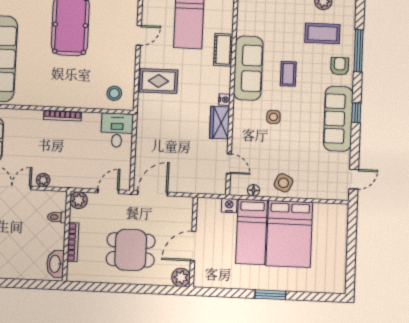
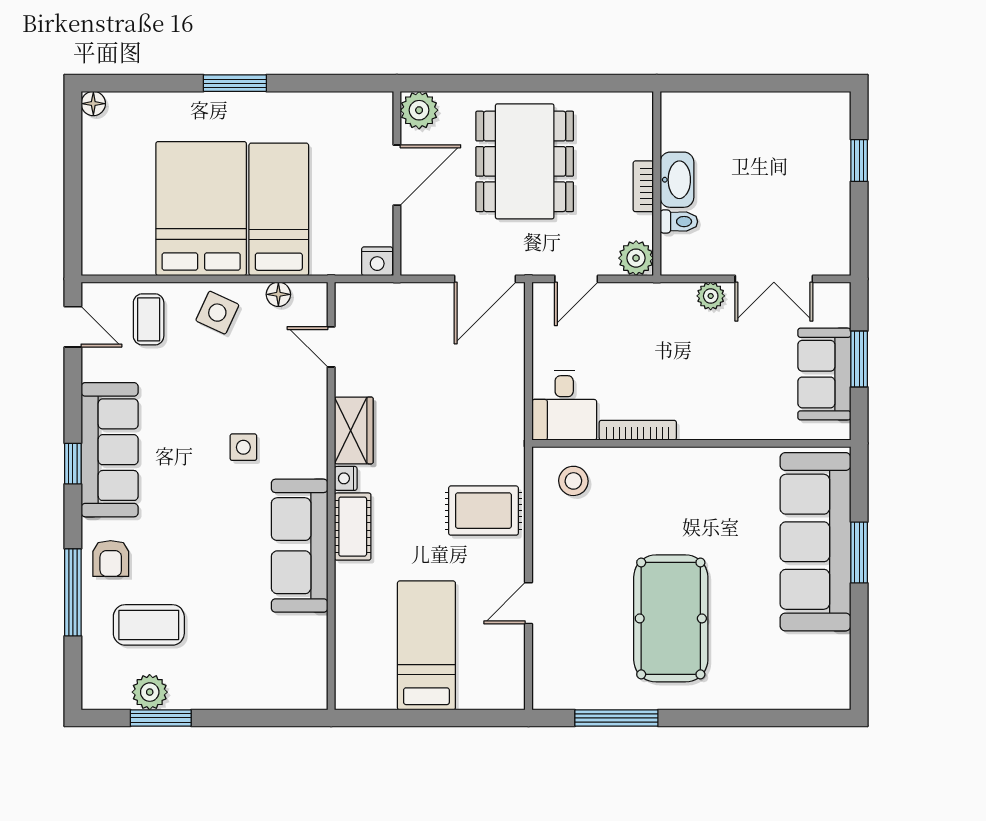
cot: (223, 50) -> (353, 527), moved
coffee table: (288, 74) -> (149, 319), moved
bookcase: (63, 116) -> (638, 430), moved
door: (354, 179) -> (73, 327), swing flipped
nightstand: (229, 205) -> (377, 261), moved
bookcase: (73, 242) -> (643, 186), width x0.64
dining table: (131, 250) -> (525, 161), width x1.38
washbasin: (55, 264) -> (677, 180), moved
floor lamp: (340, 288) -> (93, 104), added

